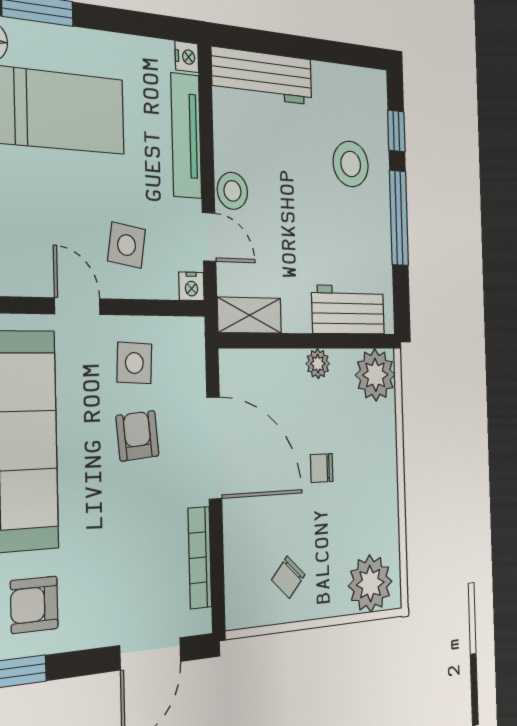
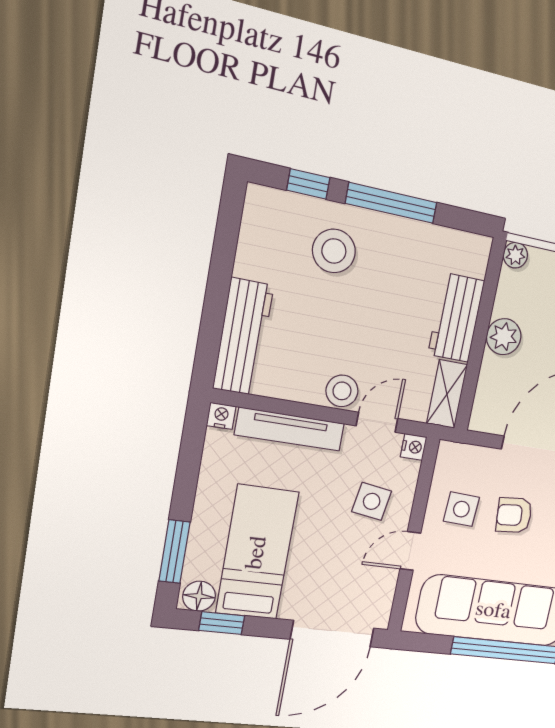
workbench: (348, 310) -> (456, 318), moved
plant: (318, 364) -> (504, 337), width x1.38, depth x1.38
plant: (375, 375) -> (515, 255), width x0.53, depth x0.53

